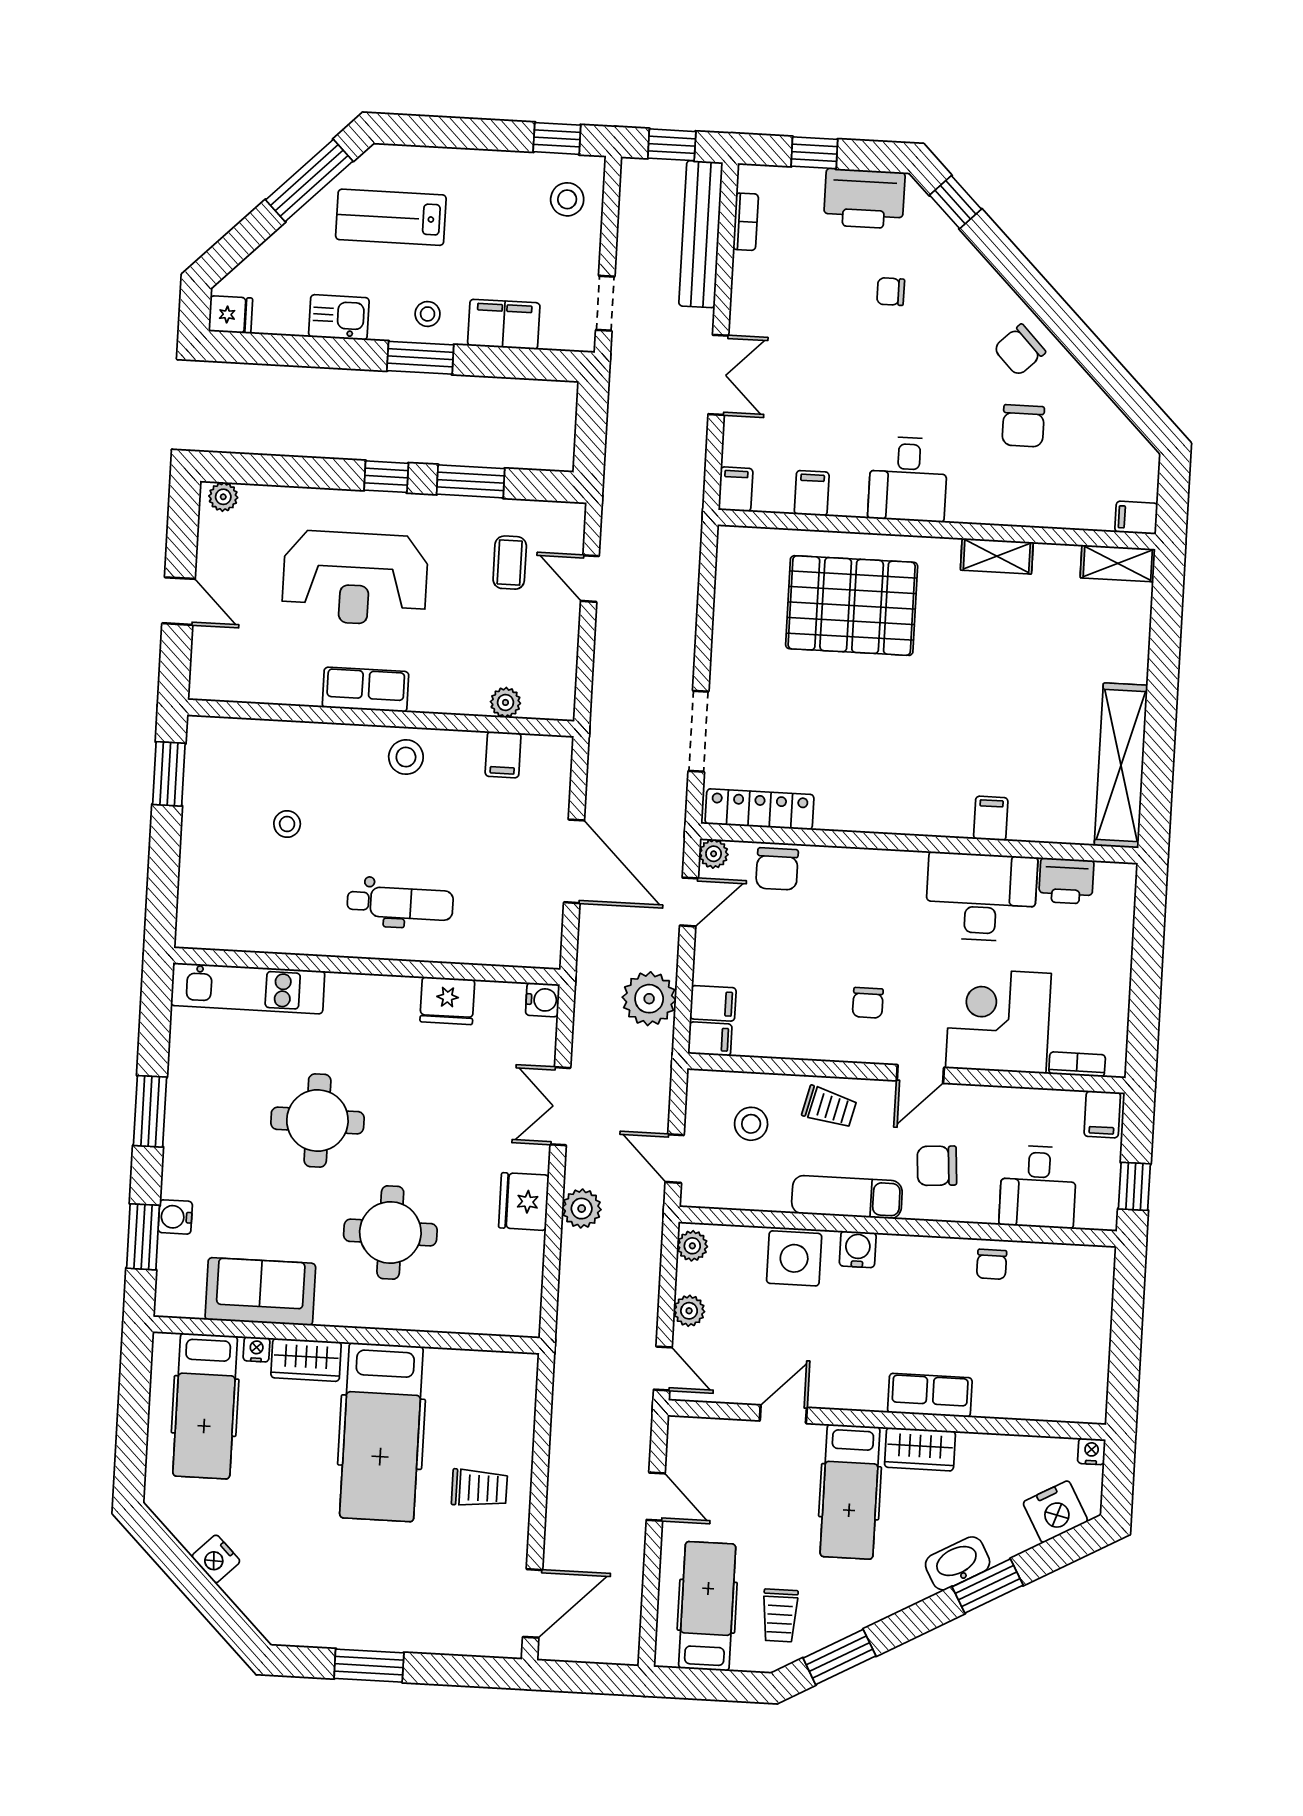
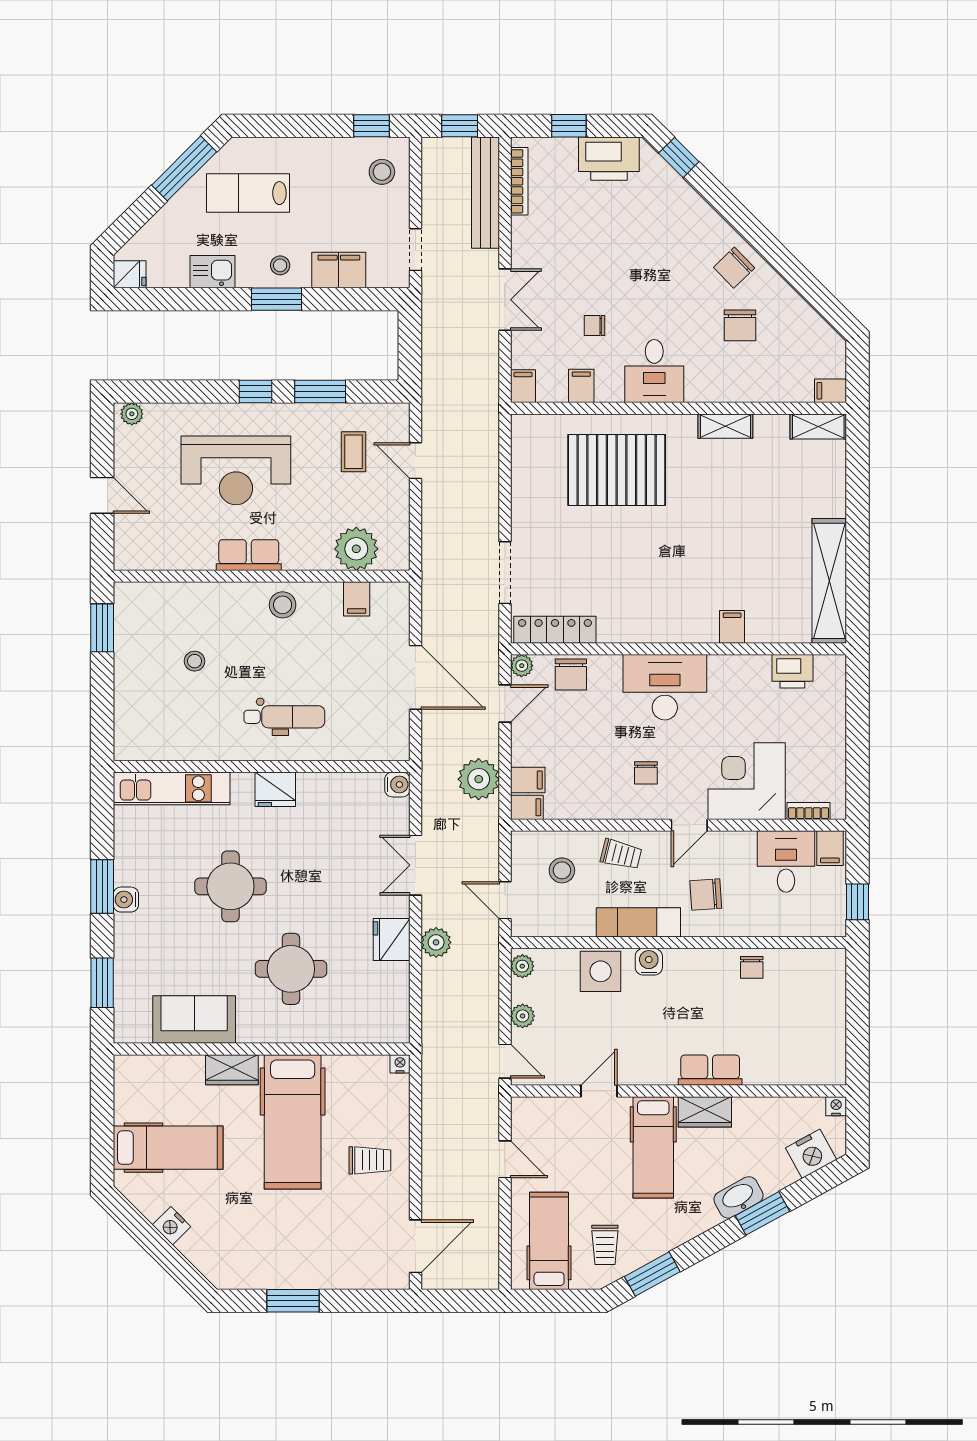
bookcase: (746, 222) -> (519, 181), width x1.56
chair: (891, 292) -> (595, 325), moved
plant: (505, 702) -> (356, 549), width x1.88, depth x1.88
desk: (981, 897) -> (665, 687), moved
fridge: (447, 1001) -> (275, 789), moved
desk: (1038, 1187) -> (786, 862), moved, turned 180
water cooler: (175, 1217) -> (126, 900), moved
nightstand: (256, 1349) -> (400, 1064), moved
hospital bed: (205, 1406) -> (168, 1148), moved, turned -90

